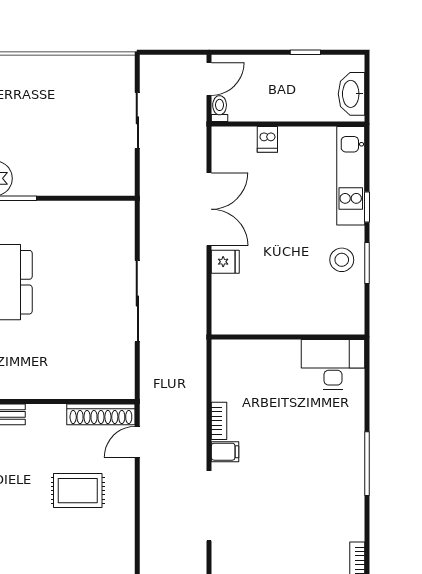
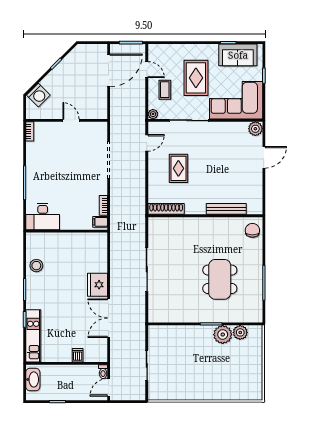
stool: (342, 260) -> (36, 266), moved
fridge: (225, 262) -> (97, 285), width x1.88, depth x1.34
wall: (288, 337) -> (67, 231), moved
desk: (333, 364) -> (43, 217), moved
door: (137, 442) -> (147, 143), moved
filing cabinet: (225, 452) -> (100, 222), moved
rug: (78, 491) -> (178, 168), turned 90

